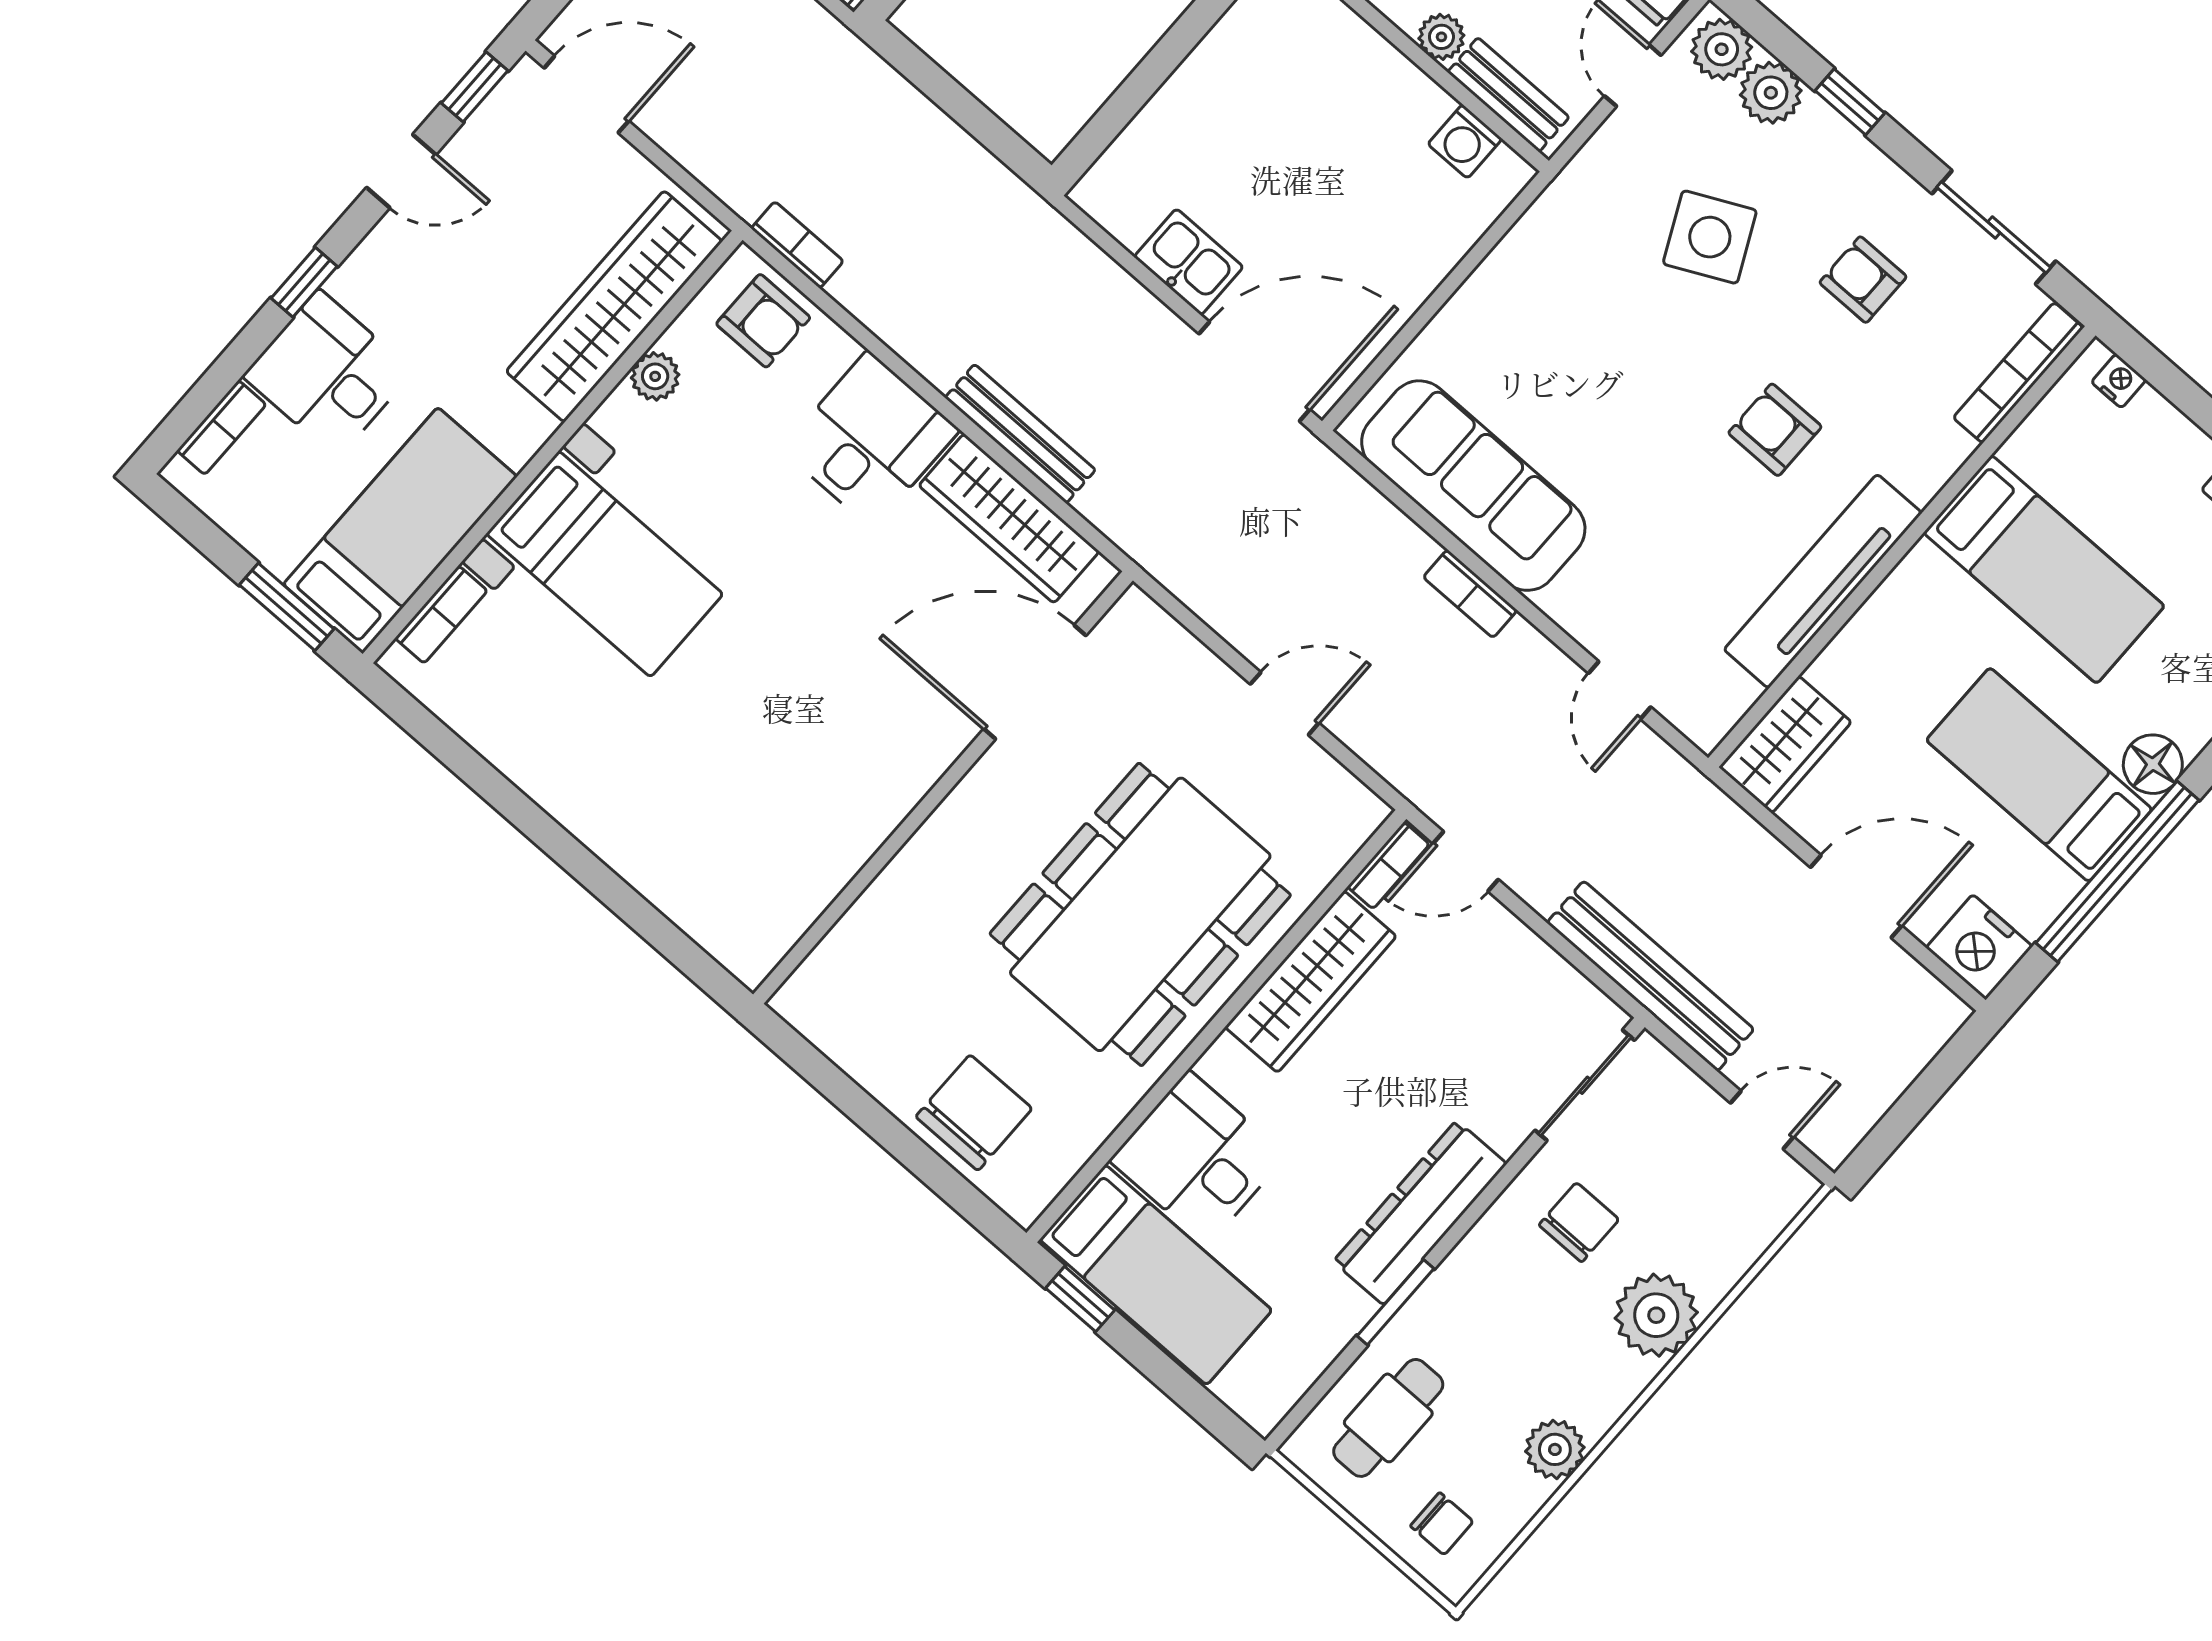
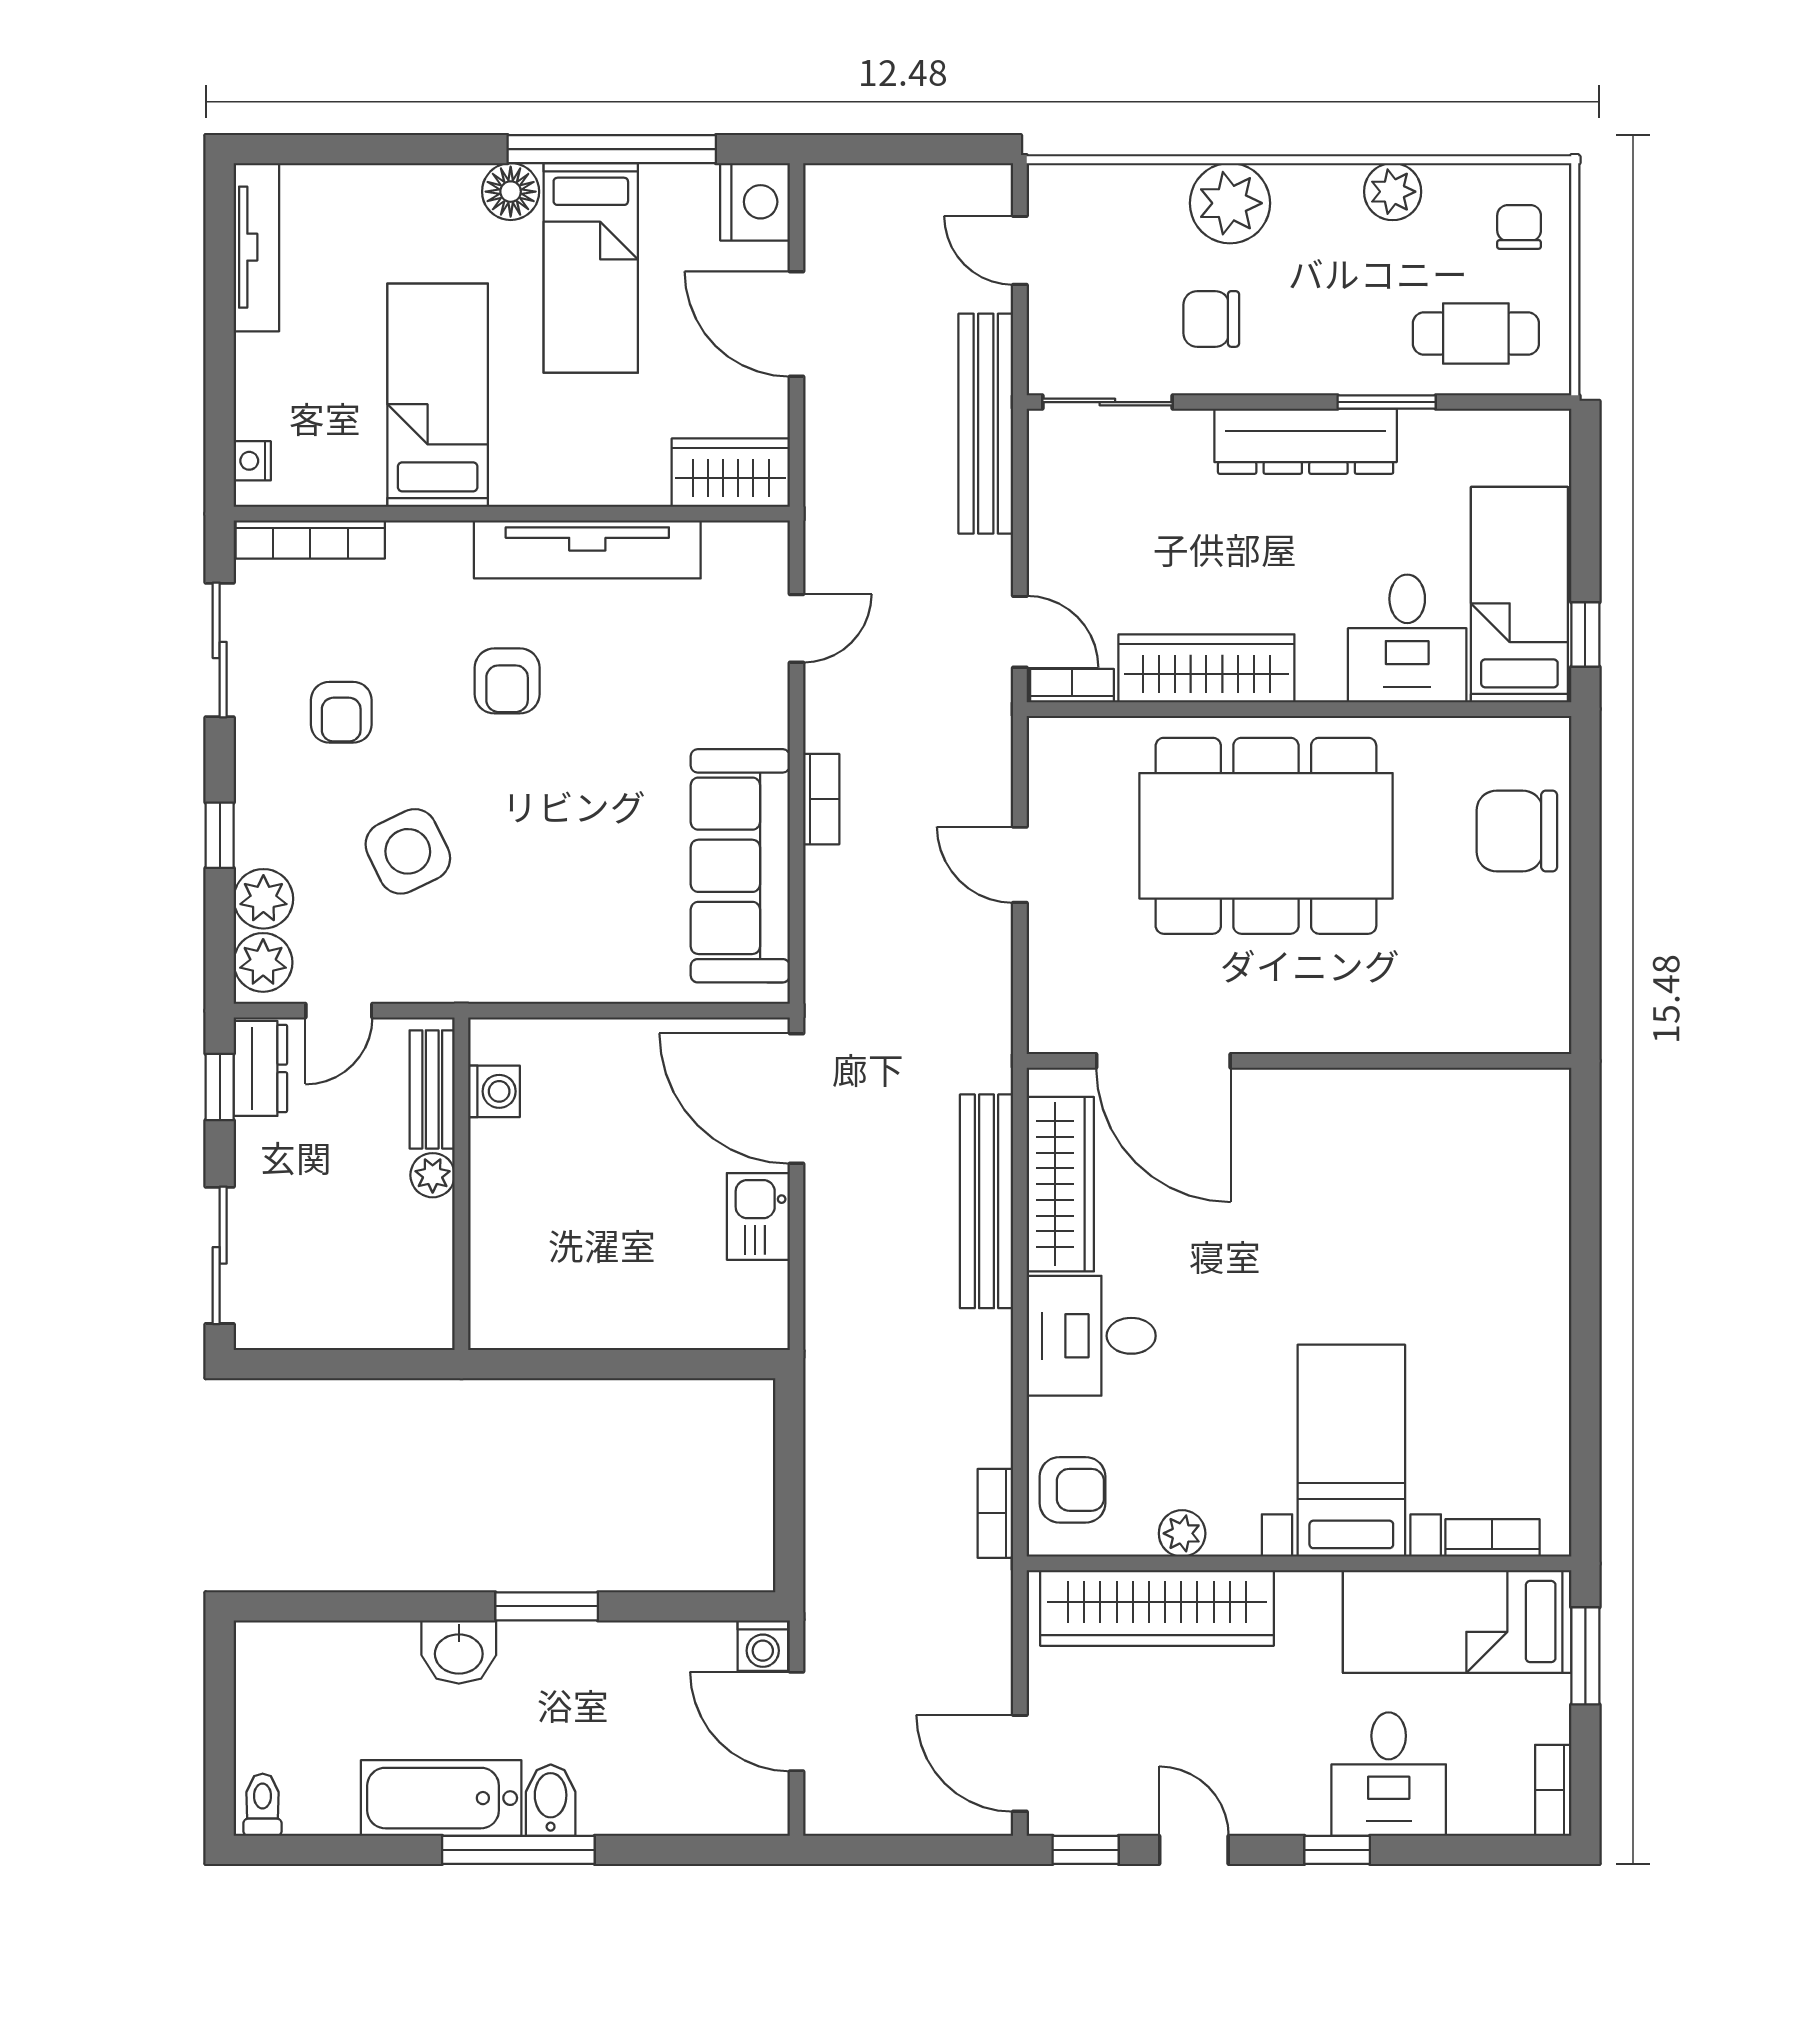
armchair: (763, 321) -> (1073, 1490), turned 90
bookcase: (221, 428) -> (1553, 1790), moved, turned -90
bench: (1020, 434) -> (987, 1201), width x1.37, depth x1.21

